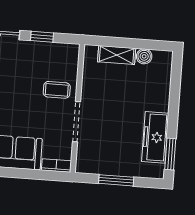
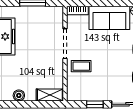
shelving: (117, 55) -> (50, 95), moved

